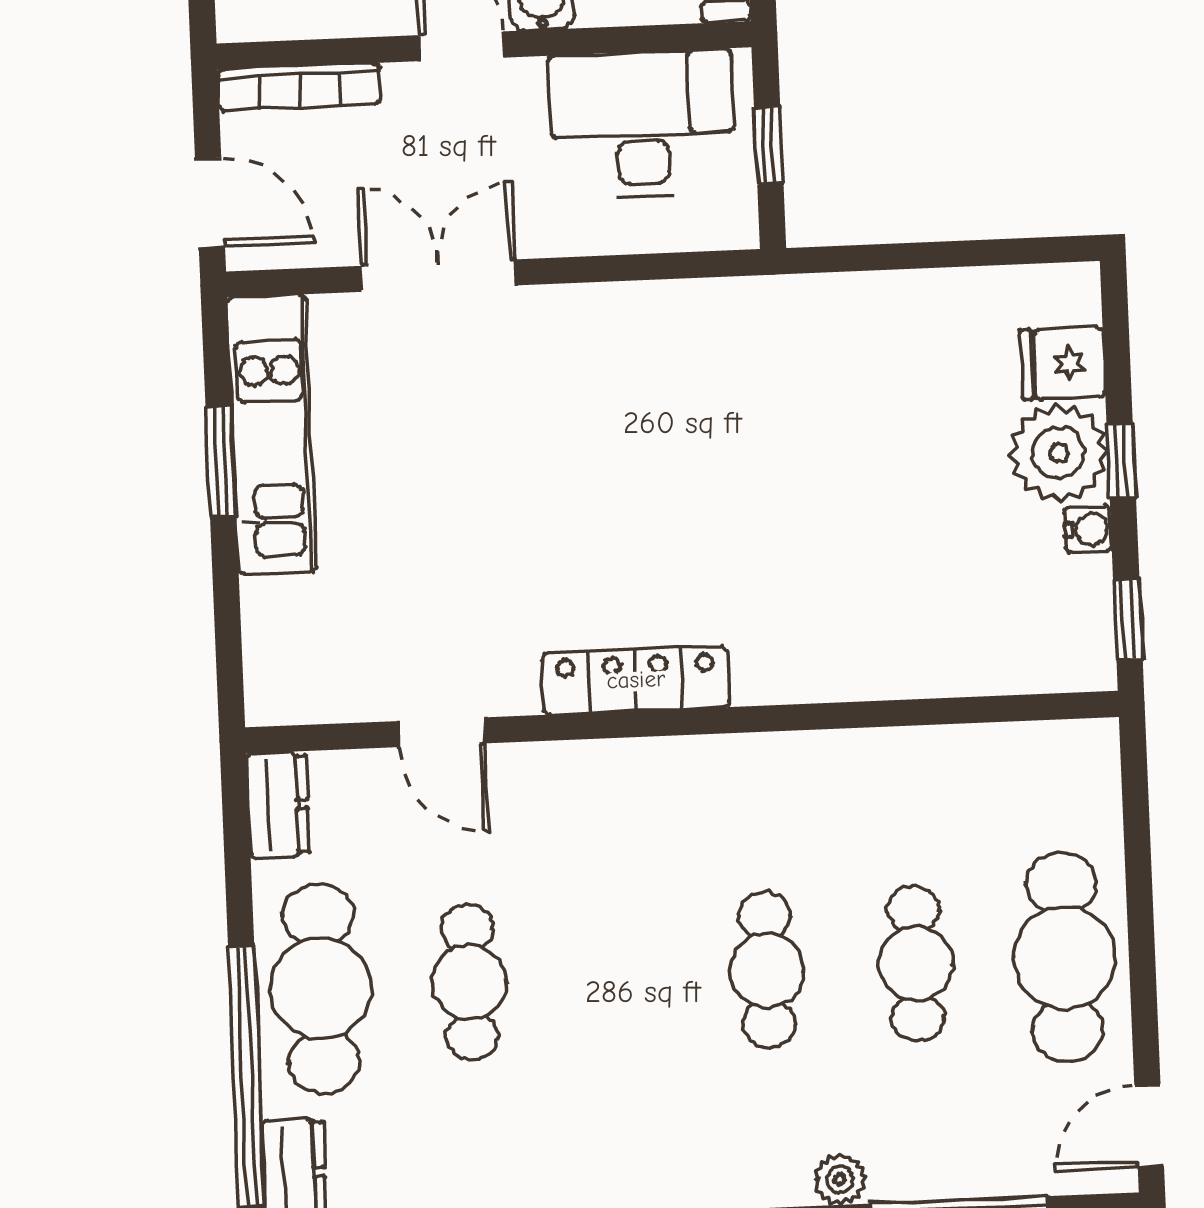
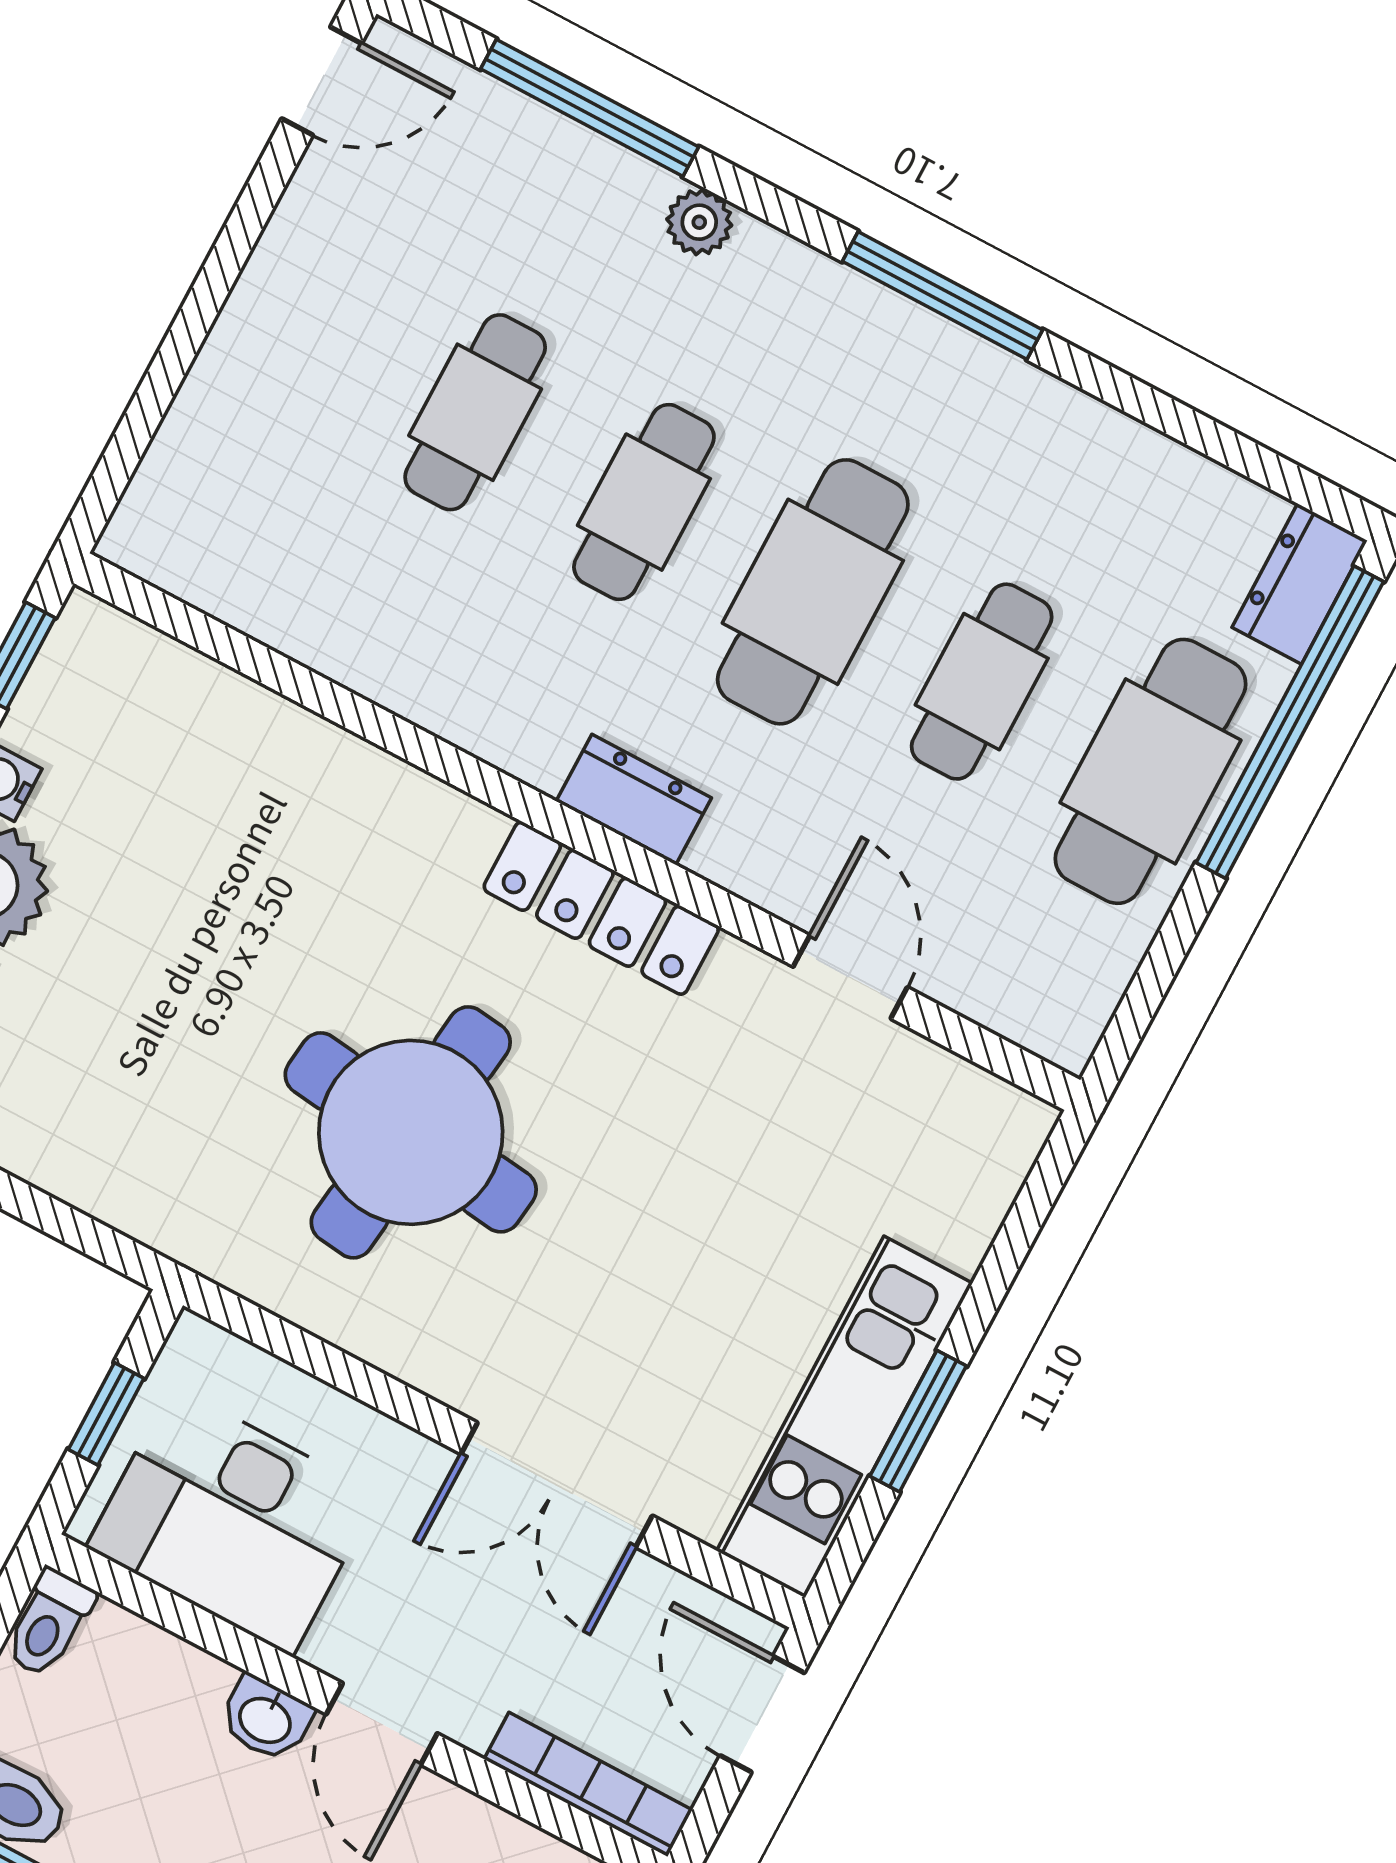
round table: (675, 455) -> (411, 1132), added
dresser: (278, 805) -> (634, 800), moved, turned 90
cafe table: (1064, 957) -> (813, 592), moved

